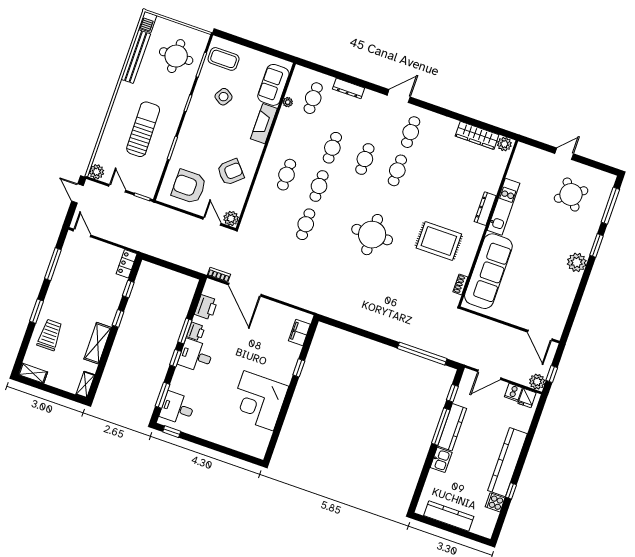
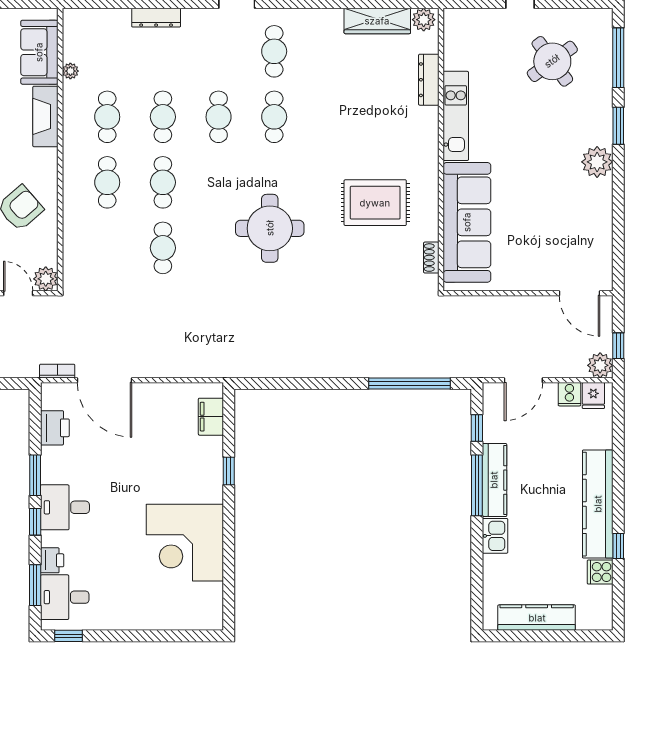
cafe table: (313, 98) -> (107, 117), moved
dresser: (485, 209) -> (429, 80), moved
printer: (196, 332) -> (52, 560), moved

